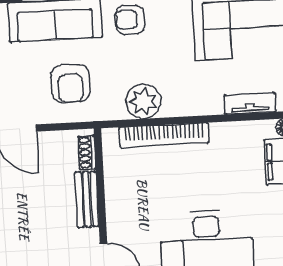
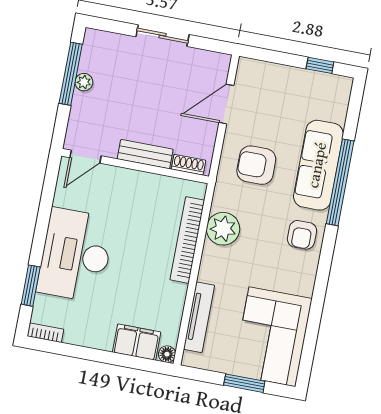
armchair: (130, 20) -> (302, 235), turned 180
tv unit: (250, 103) -> (199, 317), width x1.41

